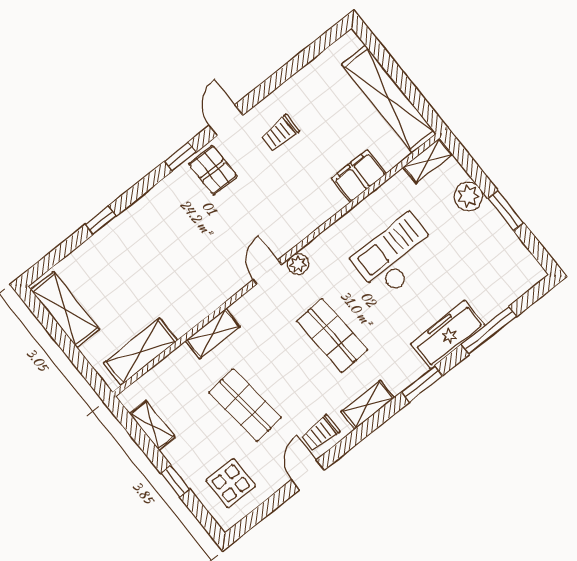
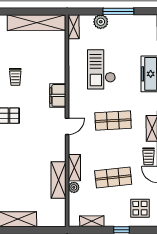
filing cabinet: (359, 176) -> (58, 95), moved
window: (506, 211) -> (118, 11), width x1.44
plant: (298, 264) -> (74, 187), moved
door: (267, 272) -> (67, 126), swing flipped
shelving: (140, 352) -> (58, 180), moved

